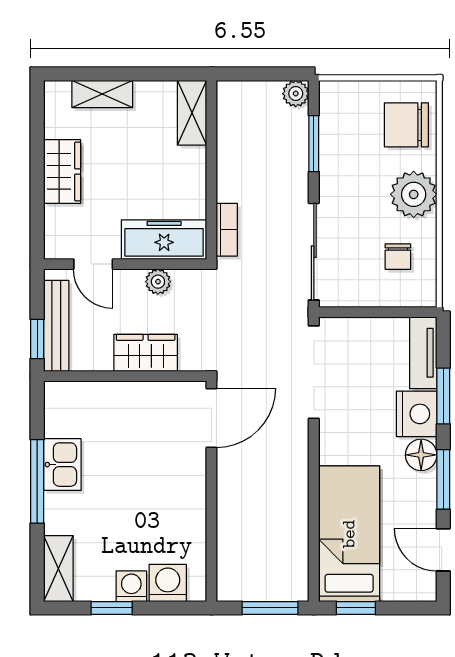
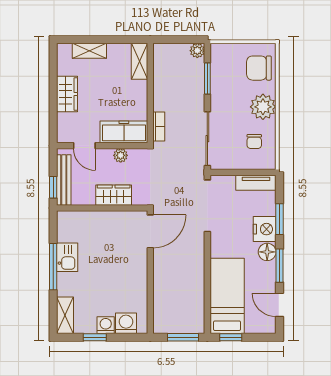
tv unit: (423, 353) -> (256, 183), moved, turned -90

